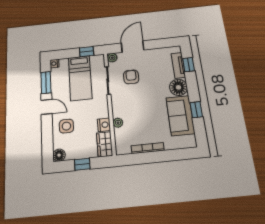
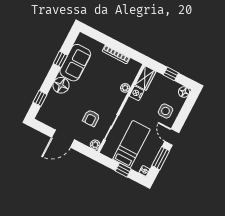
door: (133, 47) -> (63, 139), moved
window: (87, 52) -> (123, 170), moved
tv unit: (178, 65) -> (48, 103), removed

